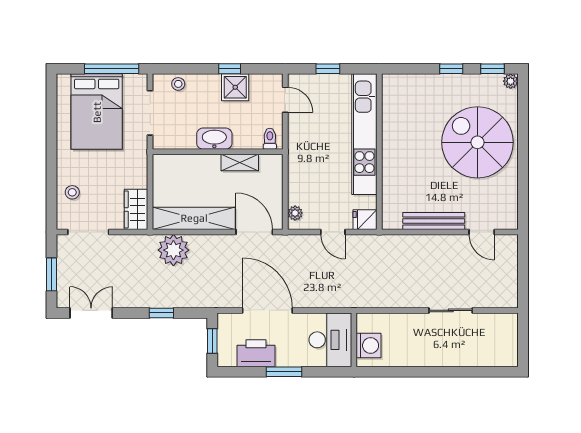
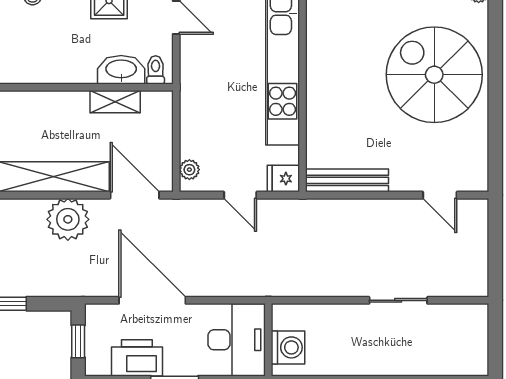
washbasin: (214, 139) -> (121, 70), moved
bench: (434, 221) -> (347, 180), moved
plant: (173, 250) -> (68, 219), moved

